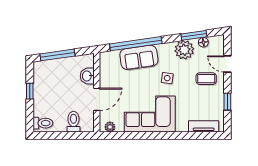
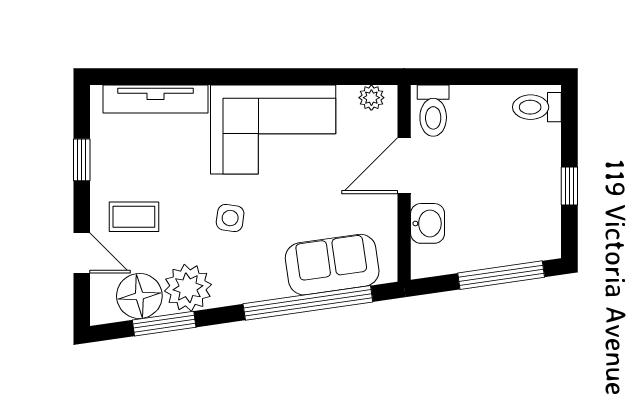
floor lamp: (203, 42) -> (139, 296), width x1.89, depth x1.89
sofa: (139, 57) -> (332, 265), moved
toilet: (73, 122) -> (433, 111), moved
tv unit: (204, 126) -> (155, 99), width x1.41

